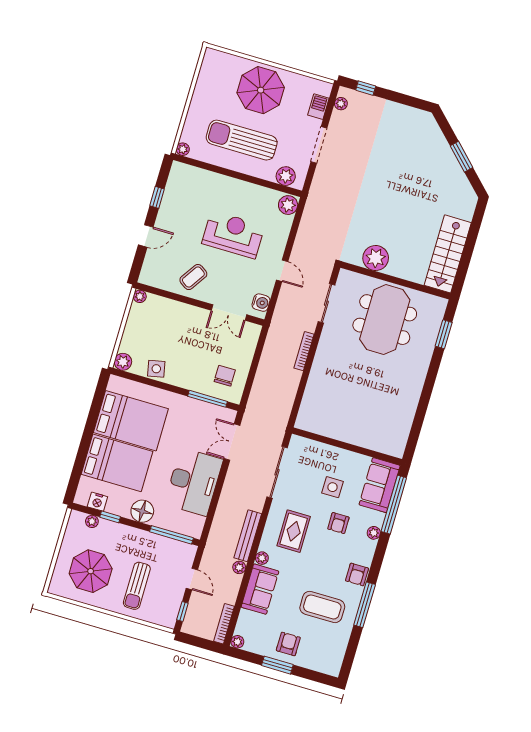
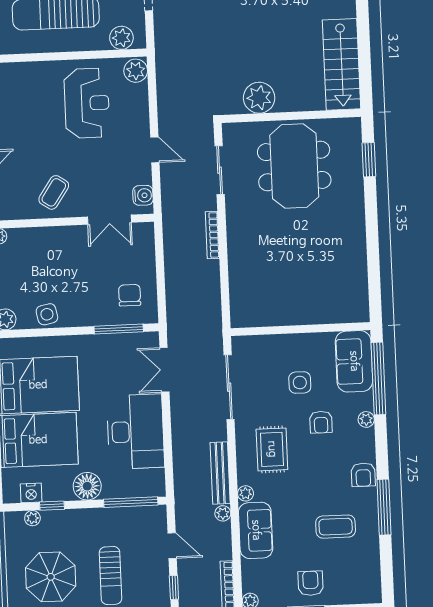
reception desk: (233, 235) -> (87, 103), moved, turned 90
coffee table: (322, 607) -> (336, 527), width x0.73, depth x0.76

